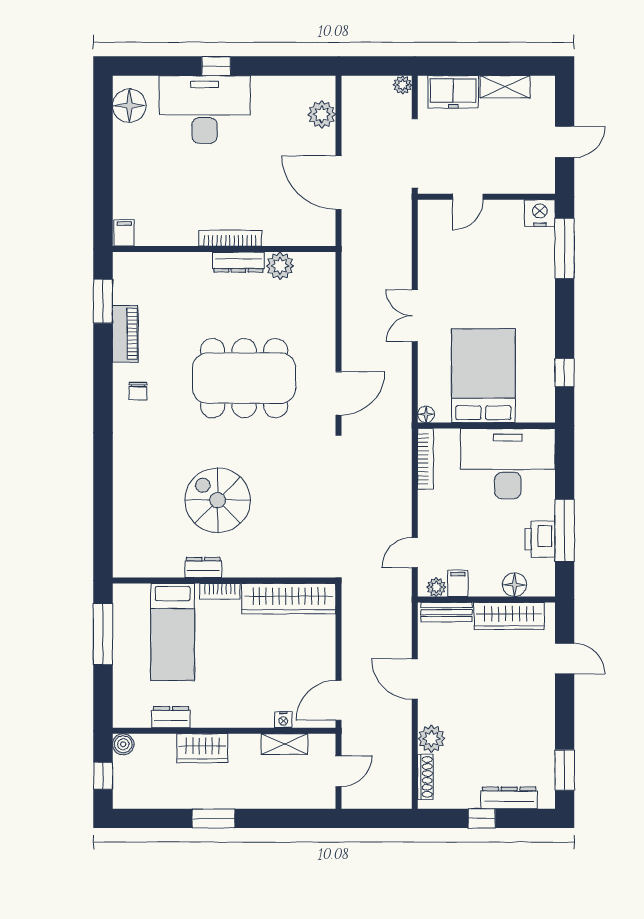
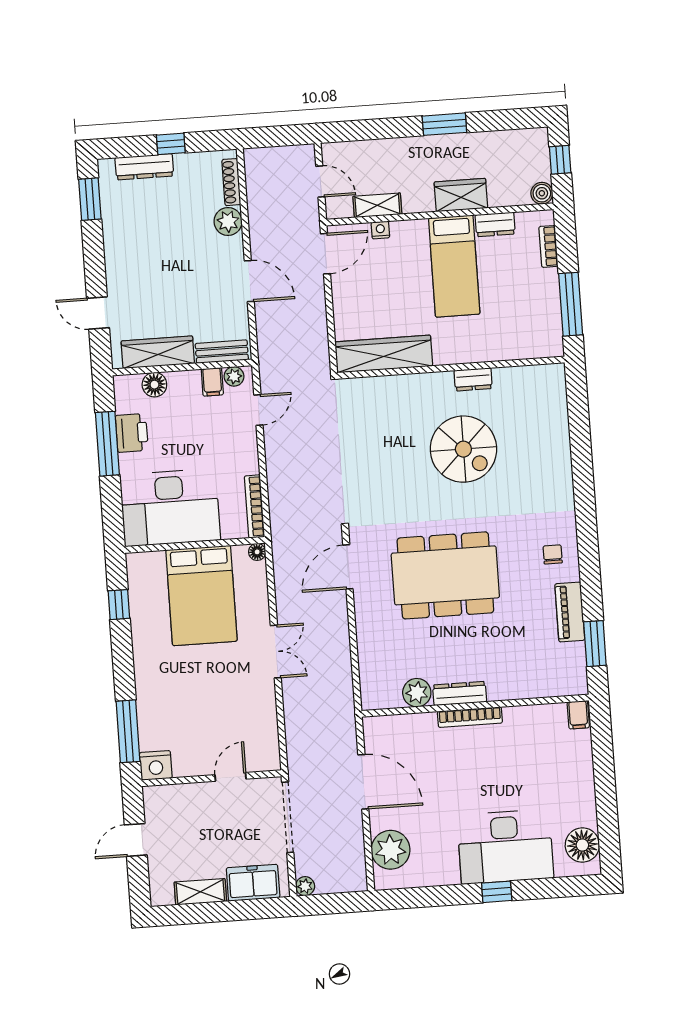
plant: (322, 114) -> (391, 850), width x1.36, depth x1.36
bookcase: (220, 591) -> (548, 246), moved, turned -90
bed: (173, 632) -> (454, 266), moved, turned 180
door: (339, 771) -> (320, 182), swing flipped

